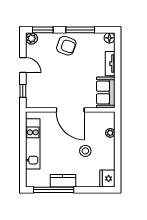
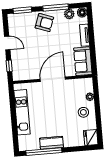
plant: (32, 38) -> (69, 14), moved
door: (70, 110) -> (53, 79), swing flipped
stool: (85, 151) -> (83, 112), moved

